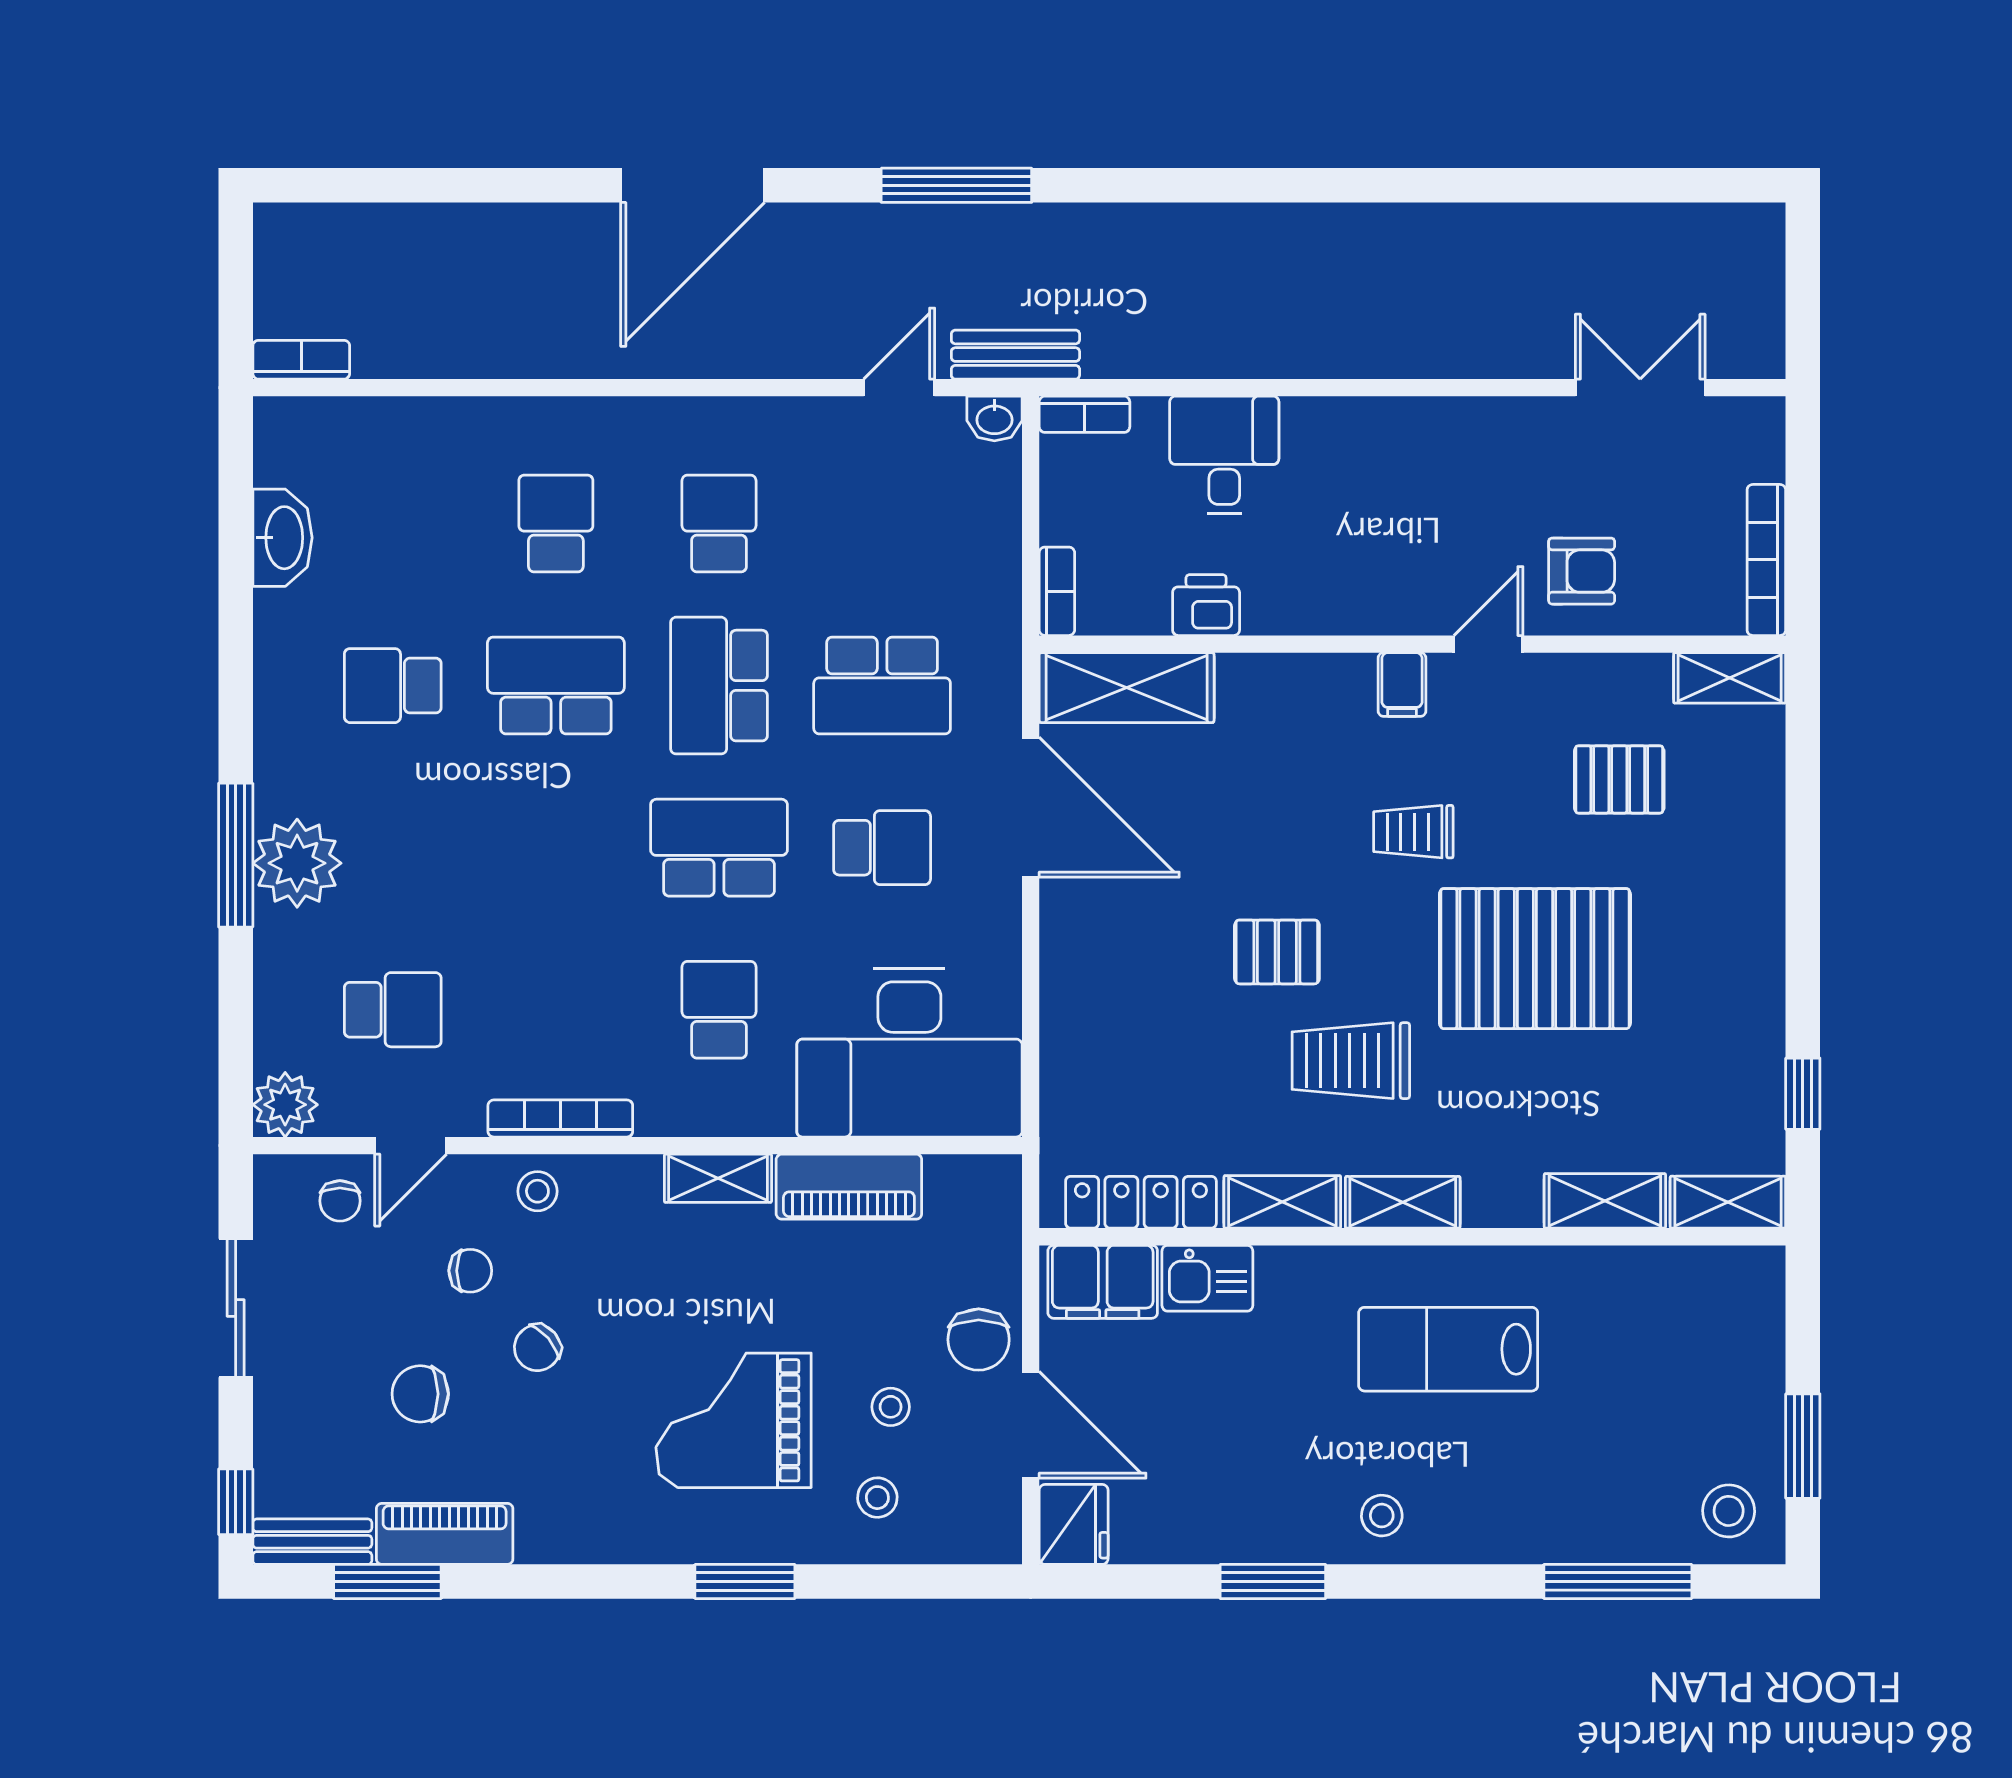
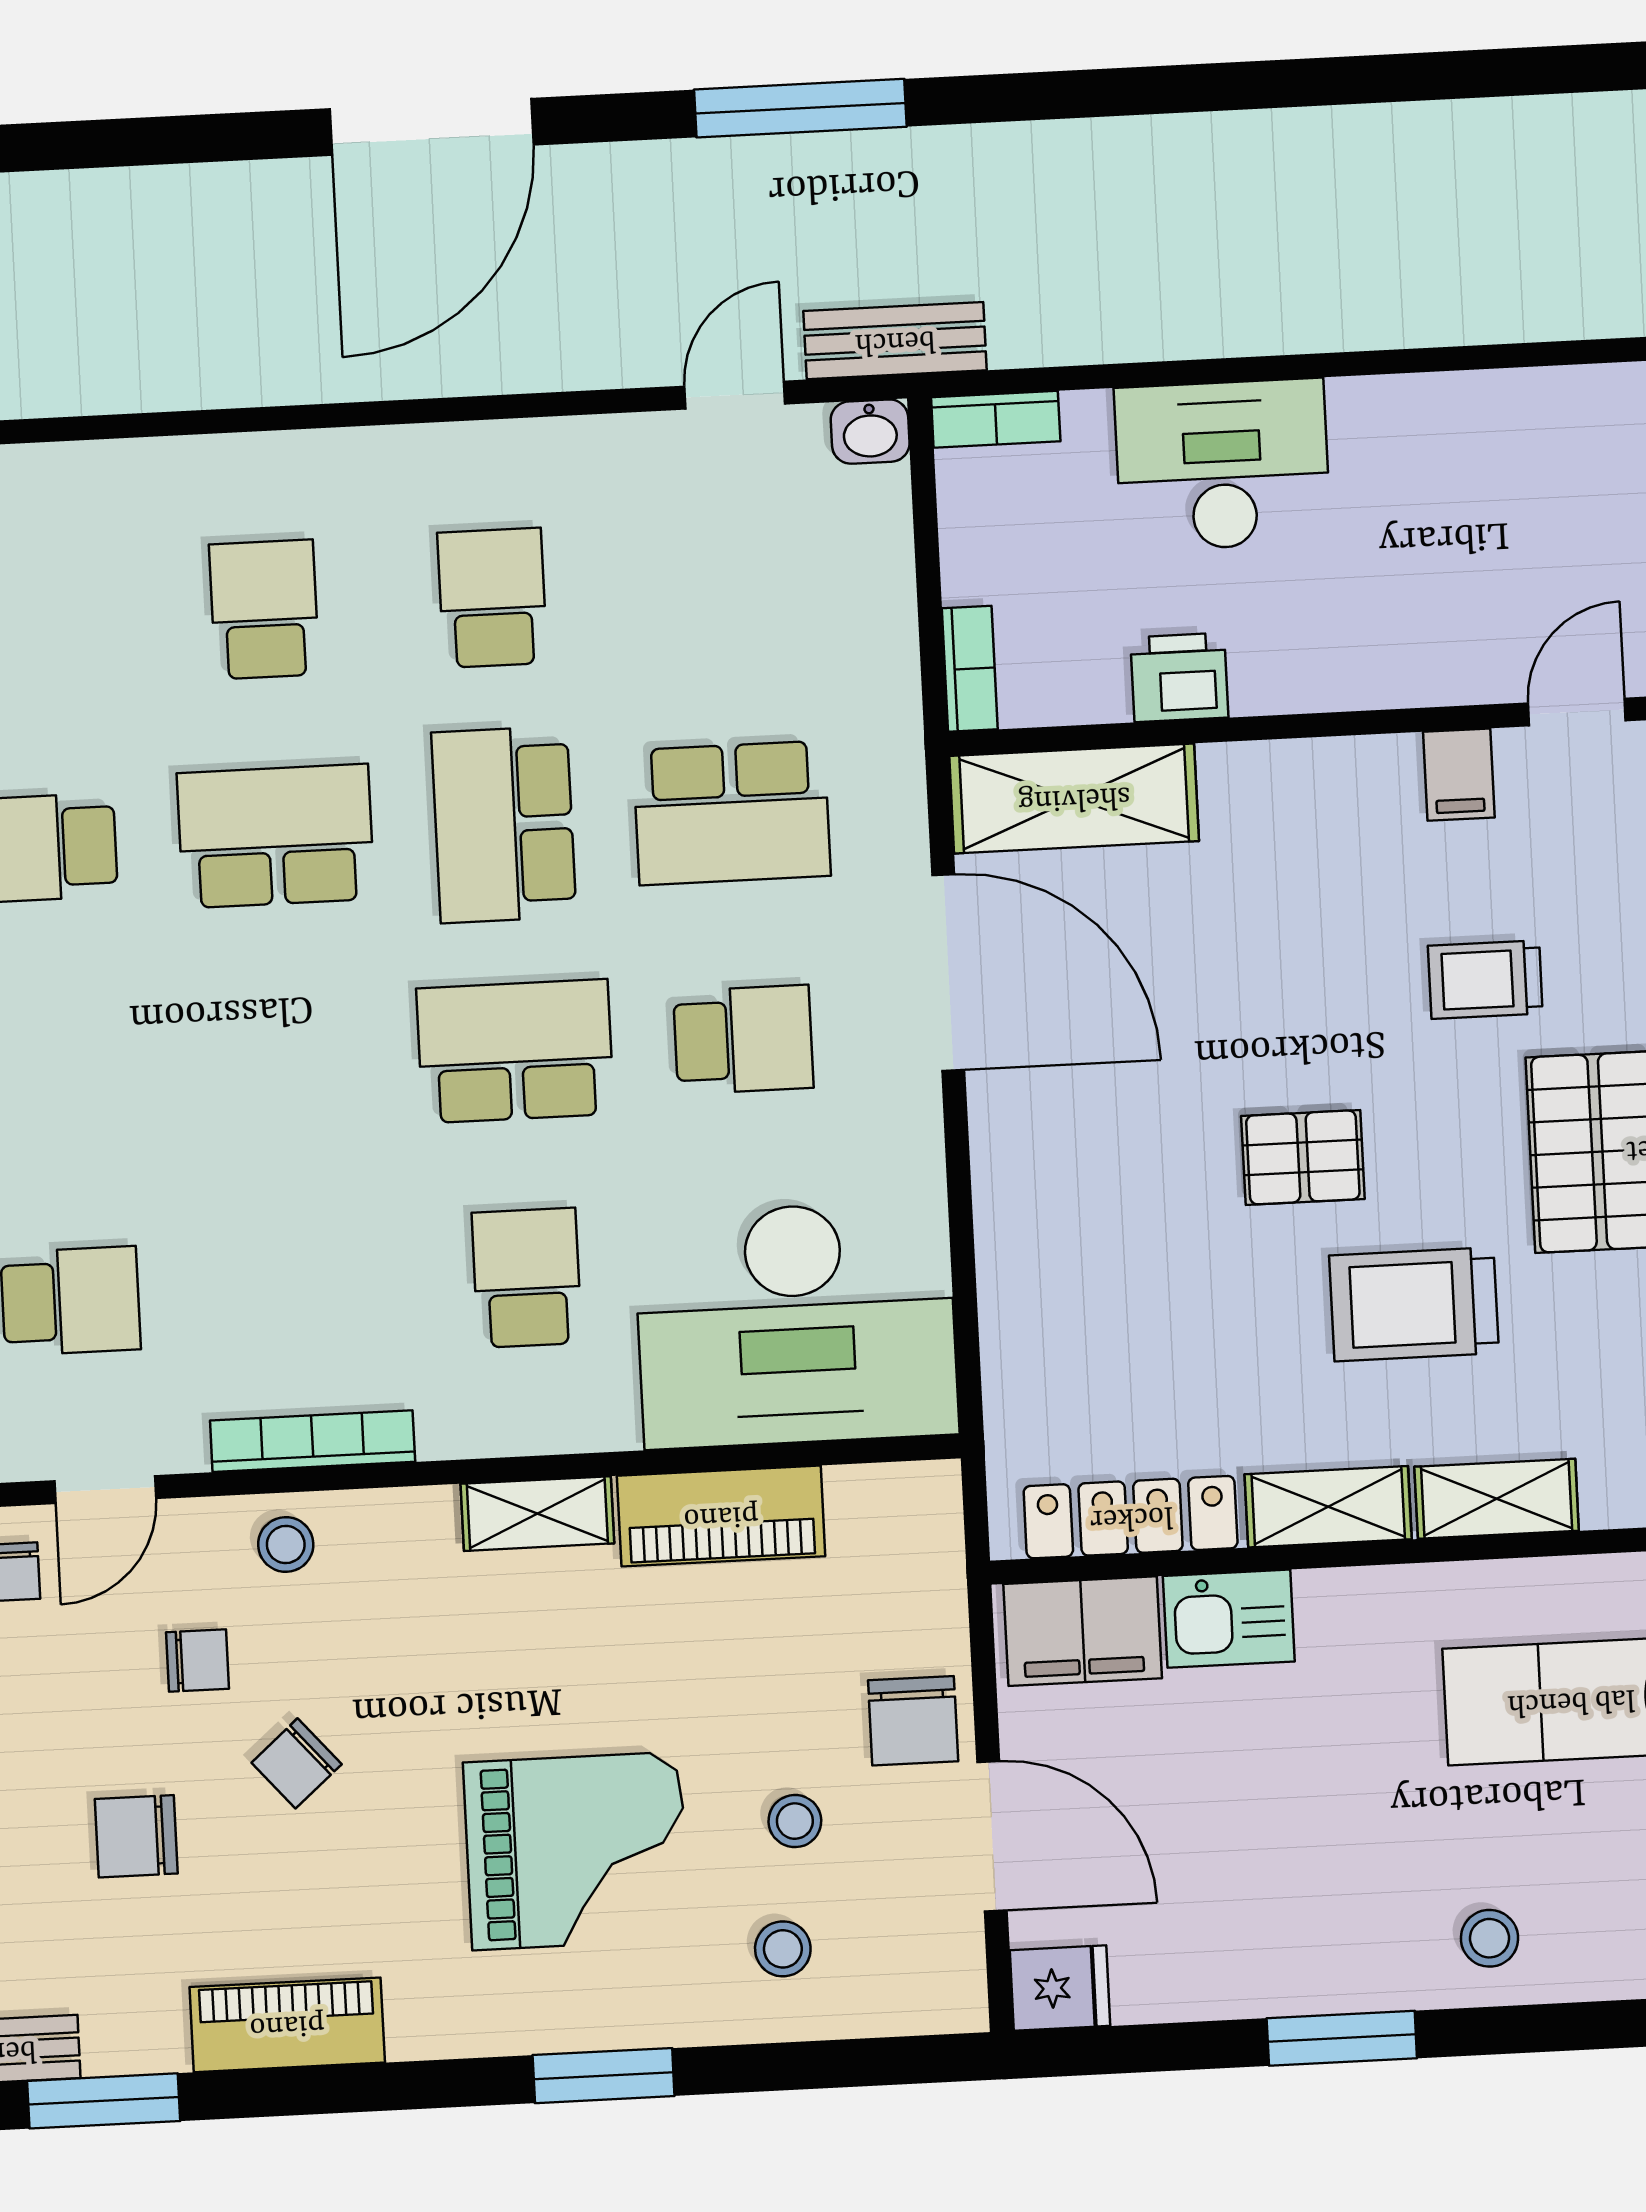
desk: (1224, 455) -> (1223, 465), width x1.37
grand piano: (734, 1420) -> (576, 1851), turned 180
fridge: (1074, 1524) -> (1060, 1988), width x0.72
piano: (445, 1534) -> (287, 2025), moved

